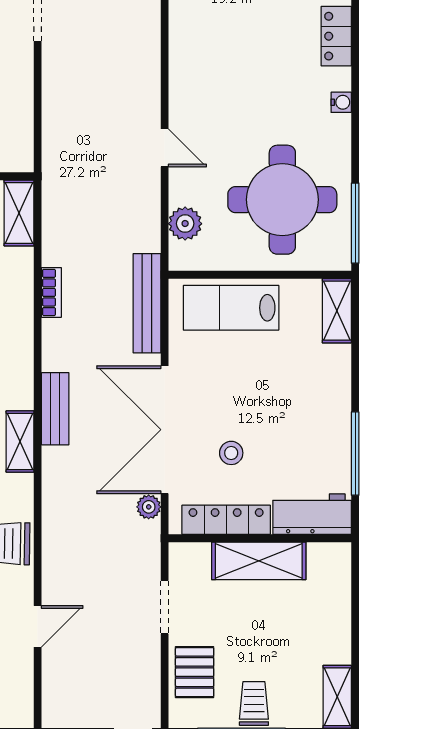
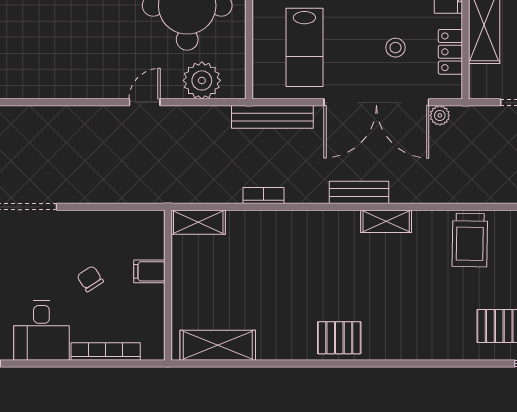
plant: (185, 224) -> (202, 80), width x1.36, depth x1.36
lab bench: (231, 308) -> (304, 47), moved
locker: (226, 520) -> (450, 52), width x0.66

